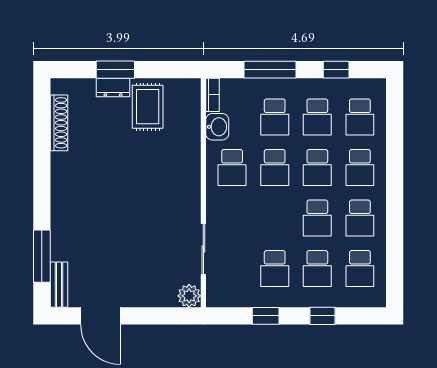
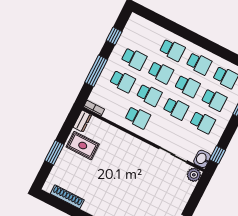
dresser: (113, 88) -> (82, 121), moved
school desk: (360, 117) -> (176, 109), moved
washbasin: (217, 127) -> (202, 159), moved, turned -90
window: (266, 316) -> (217, 155), moved

